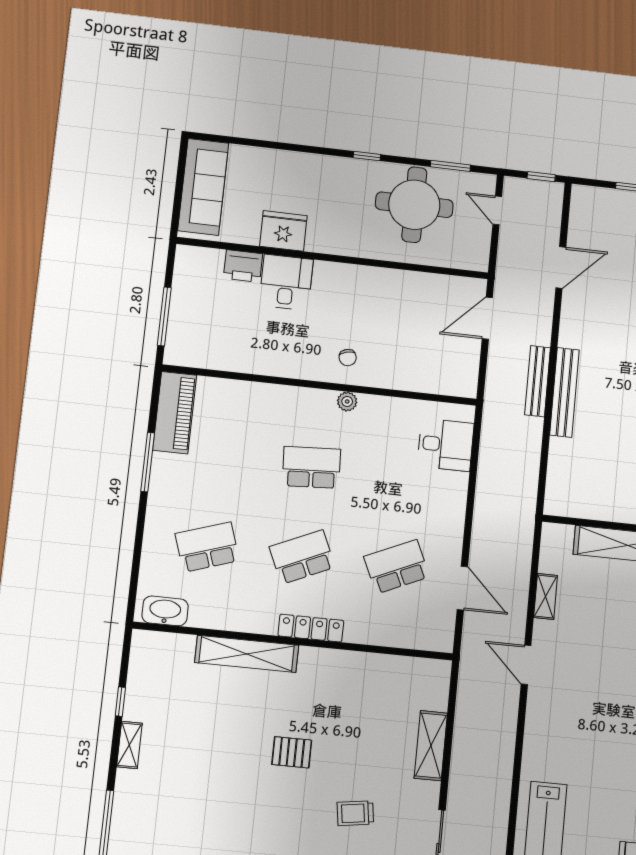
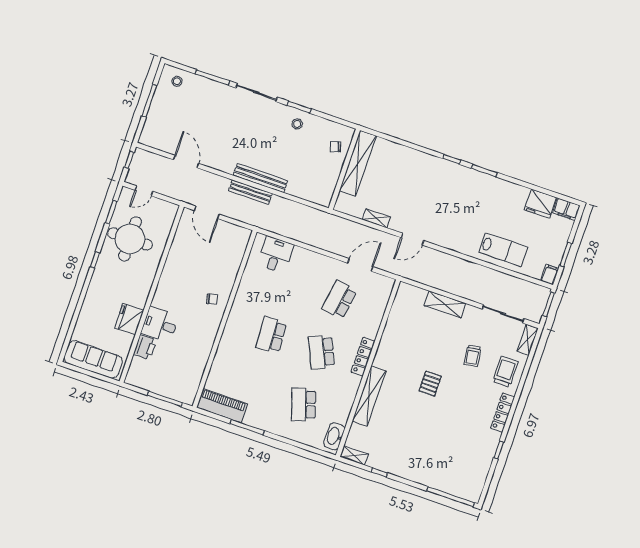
plant: (347, 401) -> (238, 306), removed
school desk: (397, 567) -> (339, 300), turned 33
shelving: (129, 745) -> (354, 455), moved

